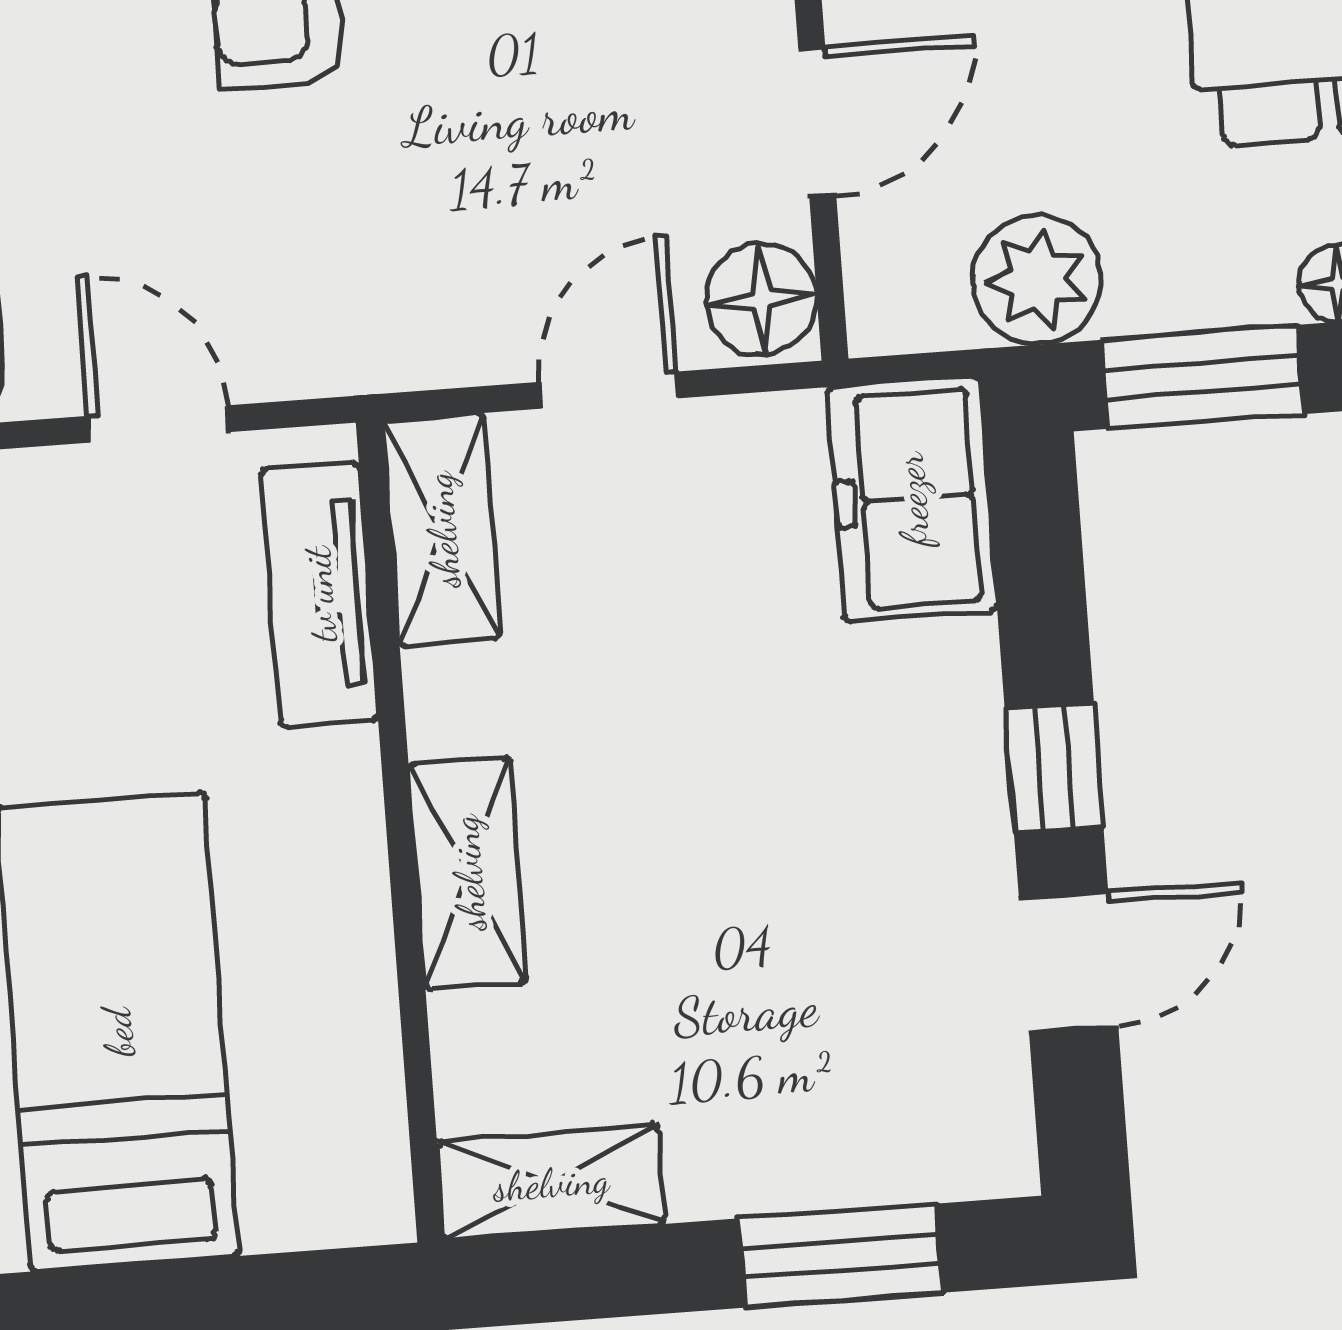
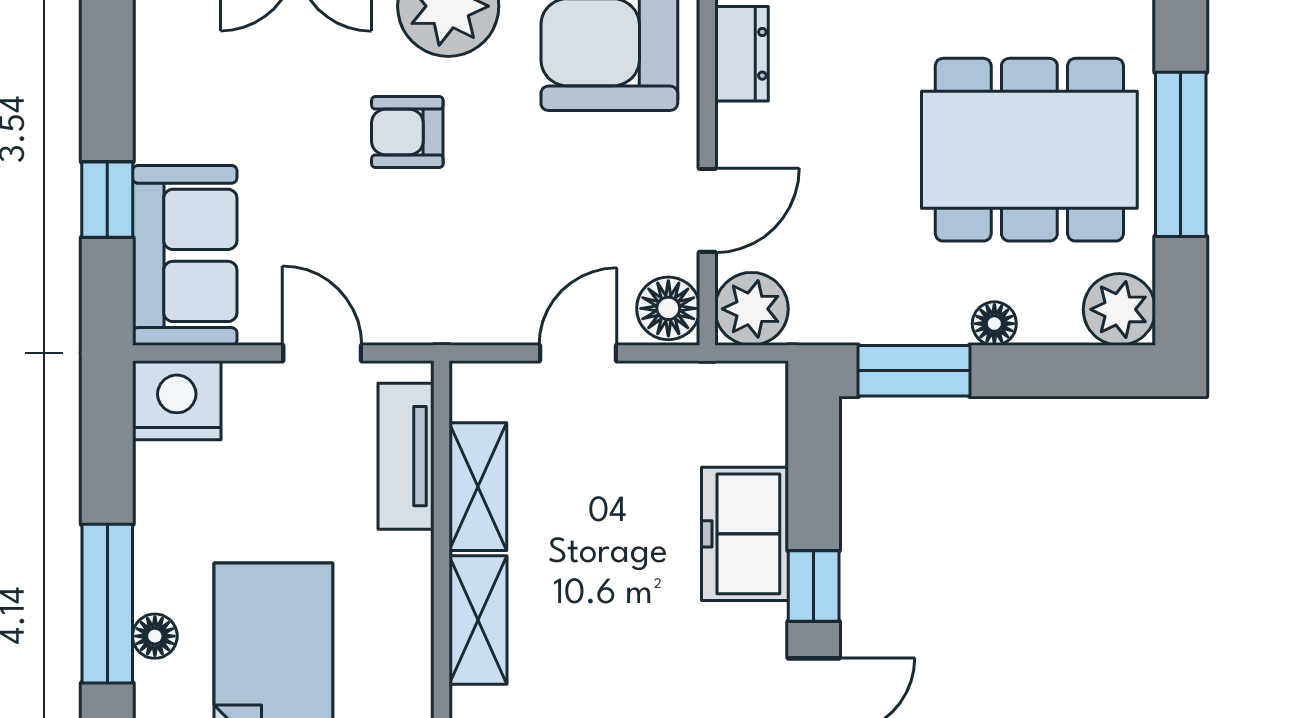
plant: (1037, 280) -> (752, 309), moved
freezer: (912, 499) -> (745, 534), moved
shelving: (442, 530) -> (478, 487), moved

